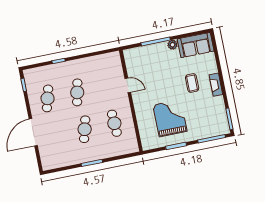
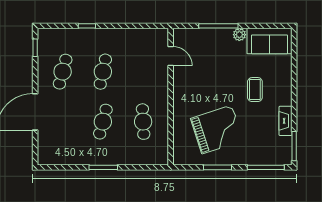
door: (128, 85) -> (171, 56), moved
fireplace: (216, 85) -> (286, 121), moved
grand piano: (170, 118) -> (217, 130), turned 72

